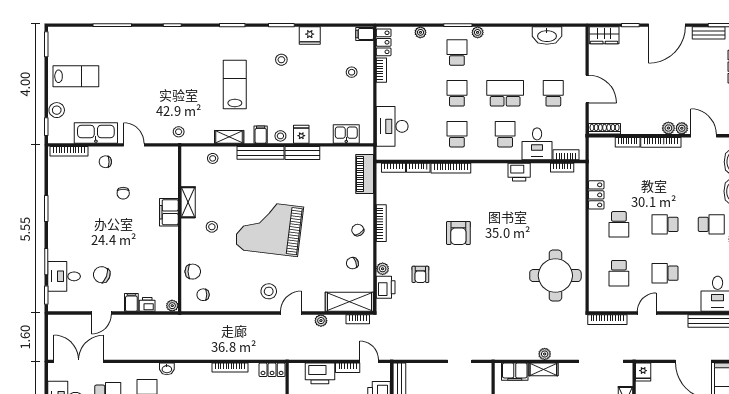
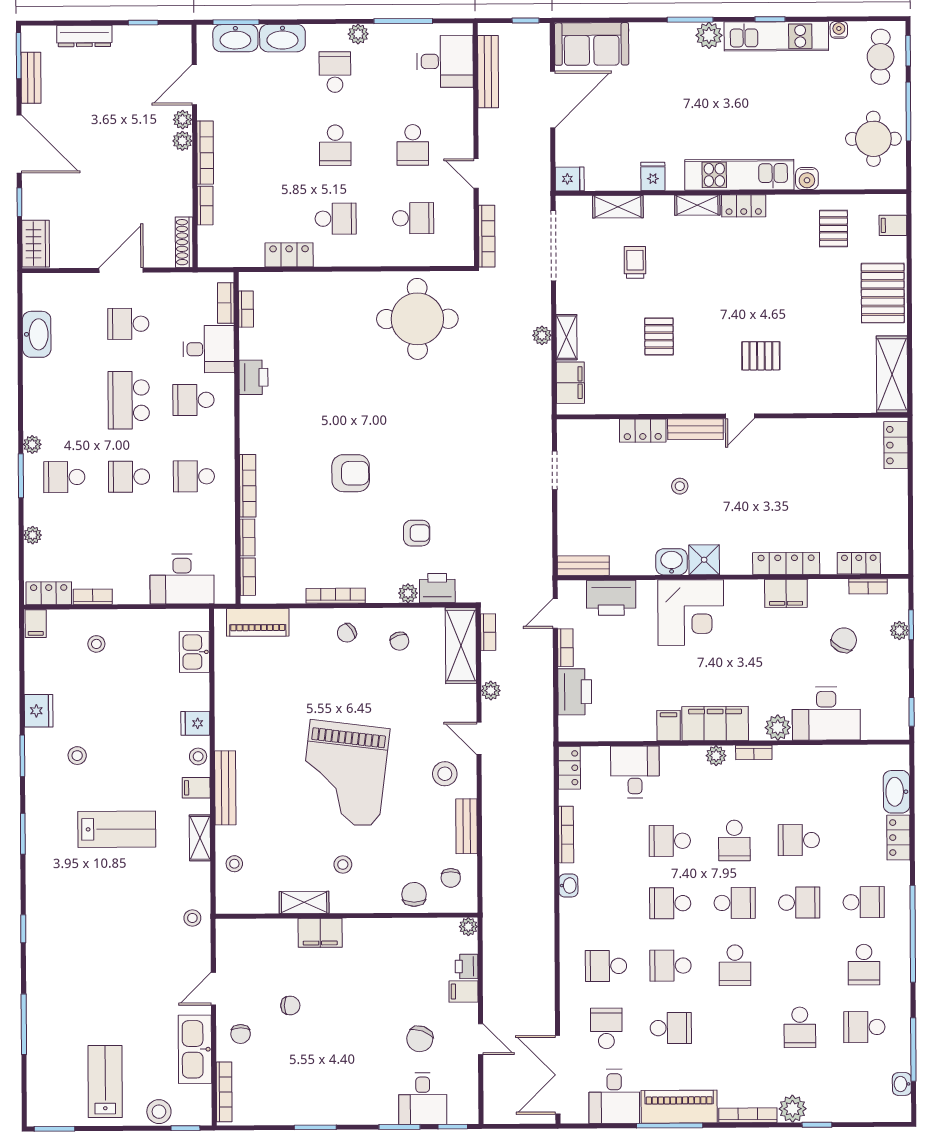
lab bench: (235, 84) -> (117, 829), turned 180
bench: (302, 153) -> (467, 826), moved
washbasin: (167, 369) -> (568, 885), moved

